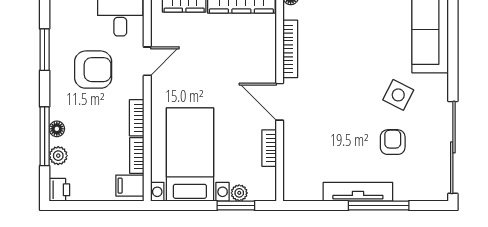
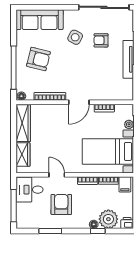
armchair: (359, 28) -> (38, 59), added
window: (45, 136) -> (98, 231), width x0.46
plant: (58, 156) -> (108, 219), width x1.87, depth x1.87

